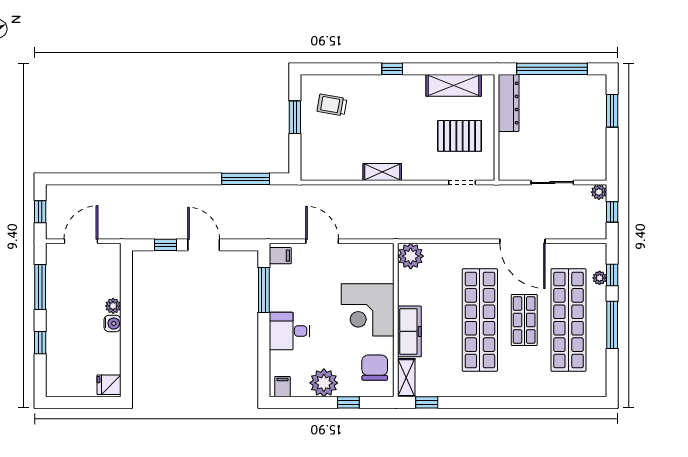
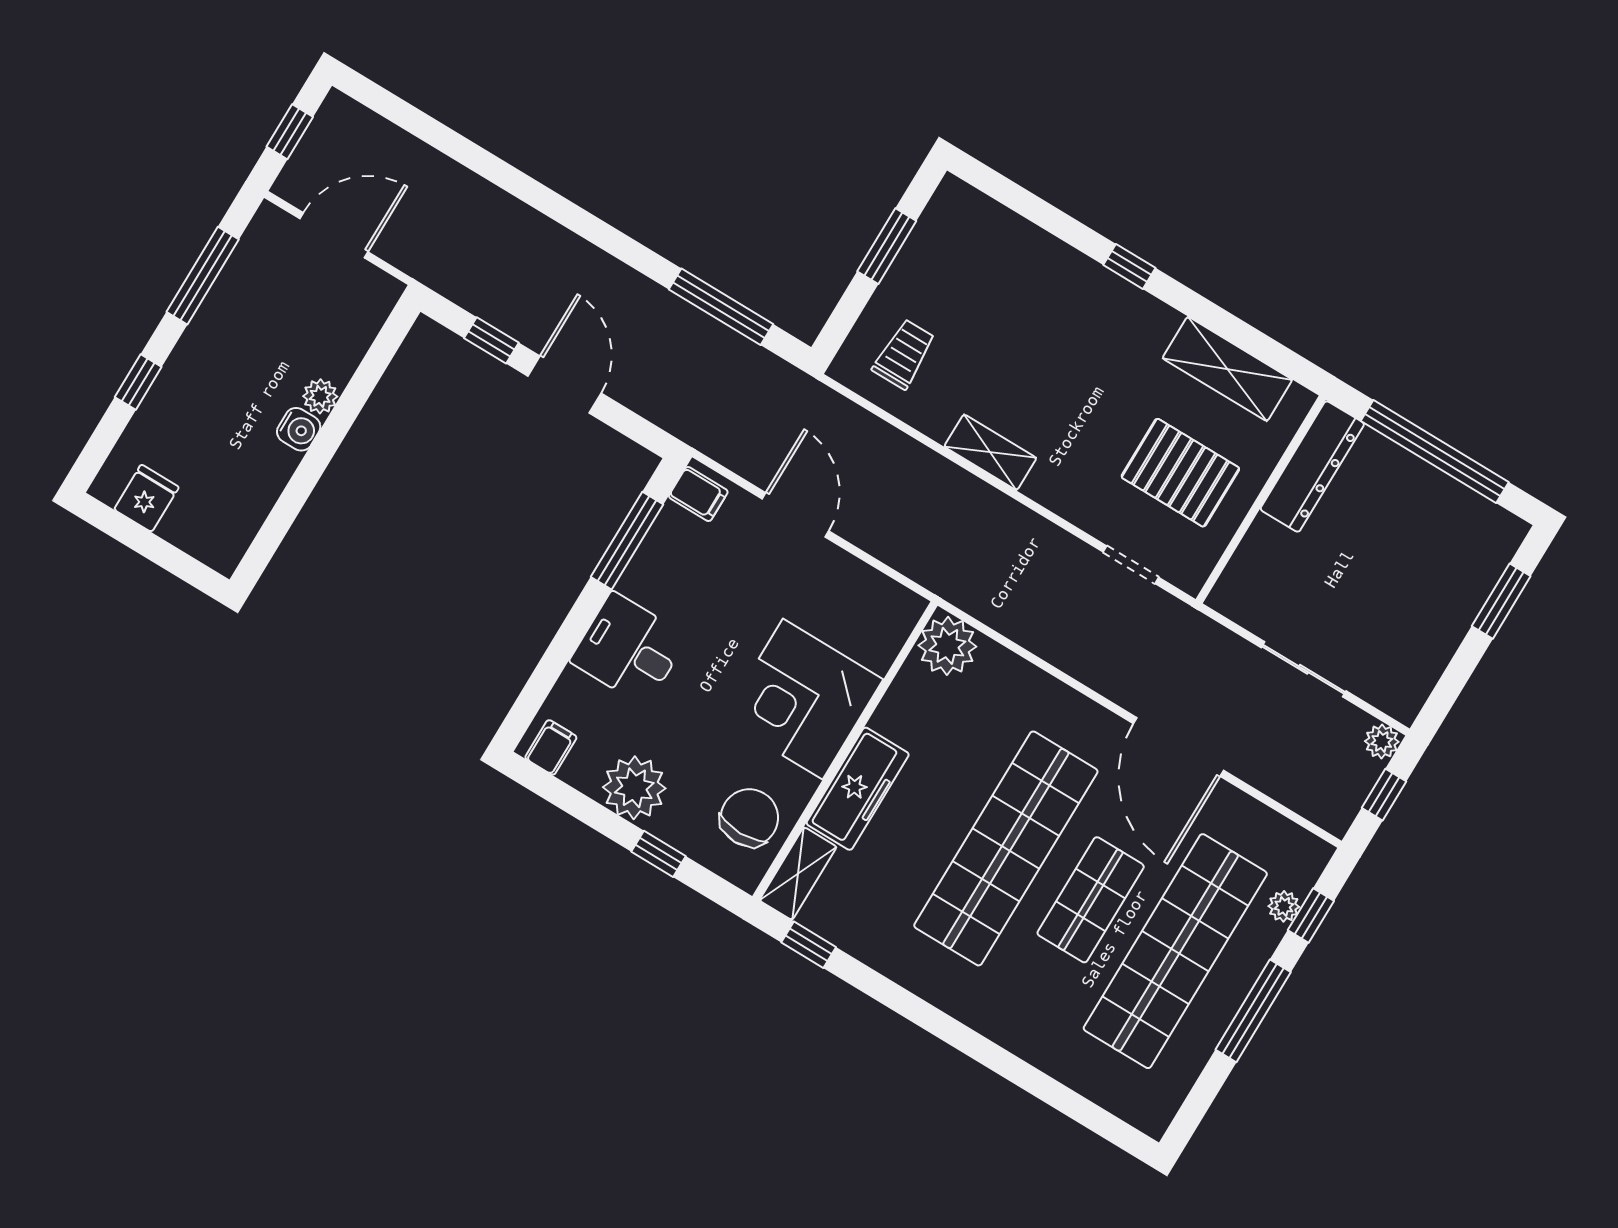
trolley: (332, 105) -> (904, 354), moved, turned 80
fridge: (109, 385) -> (146, 498), moved, turned 90

